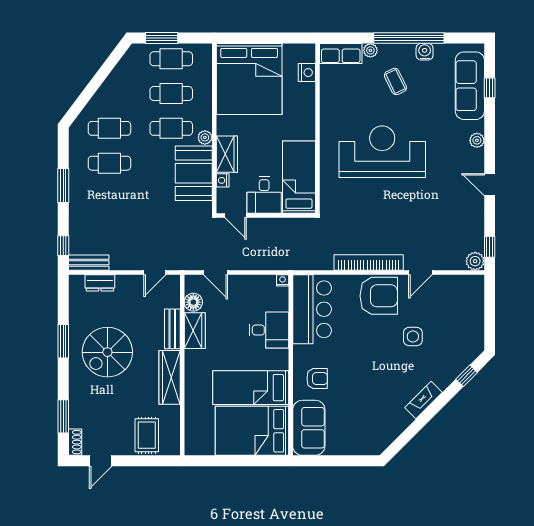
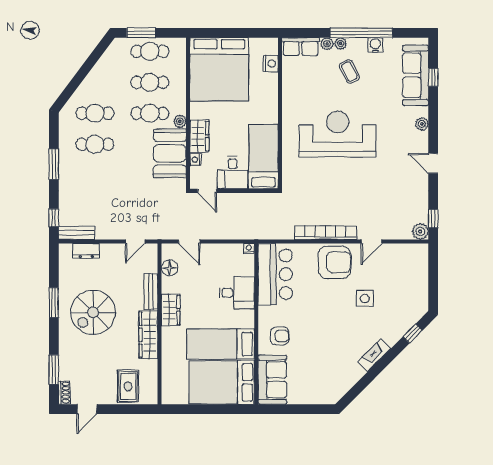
plant: (386, 50) -> (341, 44), added
wardrobe: (195, 331) -> (171, 310), moved

